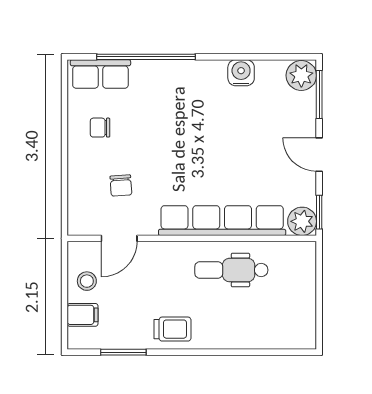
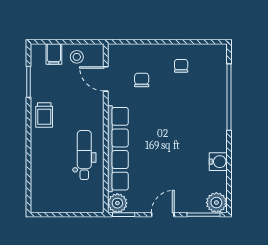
row of seats: (100, 74) -> (217, 66), removed
chair: (121, 186) -> (142, 80), turned 94

